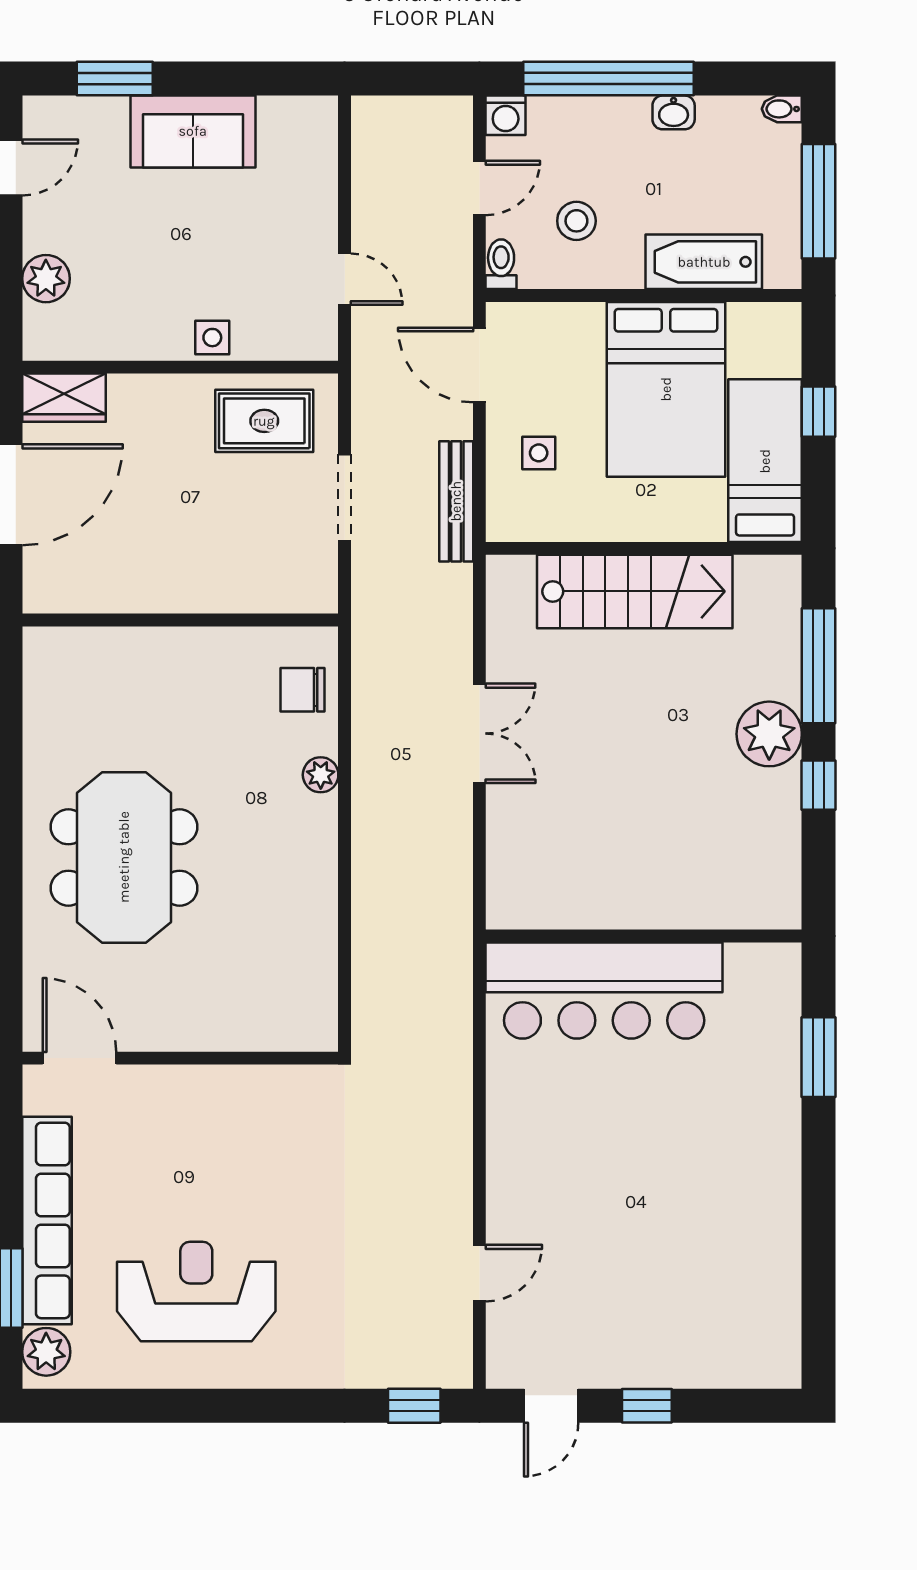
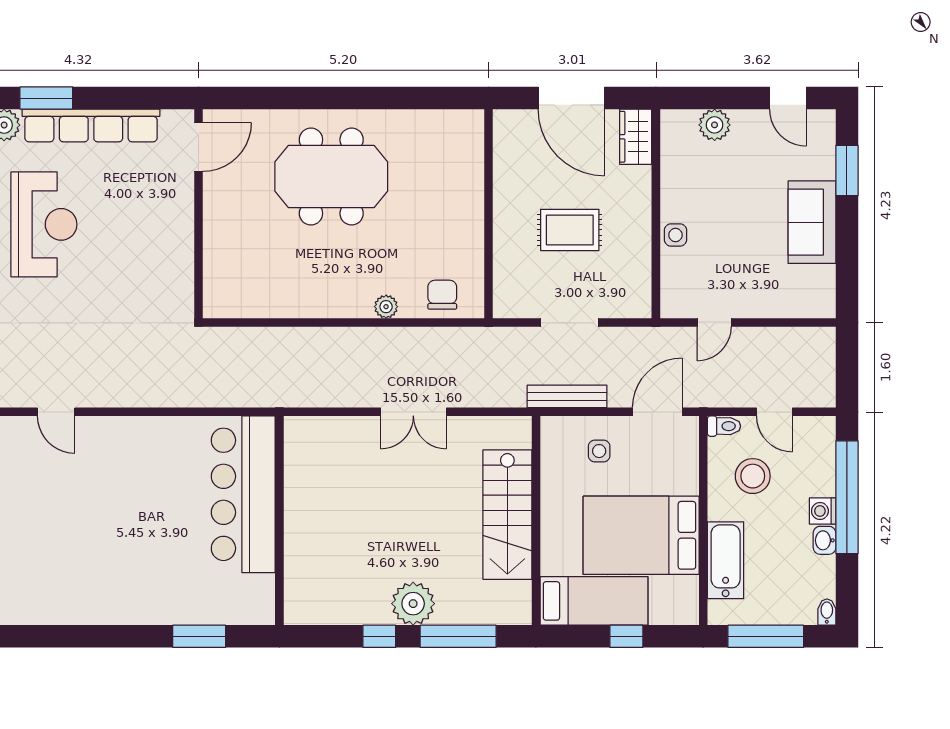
washing machine: (506, 115) -> (823, 511), moved
stool: (576, 221) -> (753, 476), width x1.38, depth x1.38
rug: (264, 421) -> (570, 230), moved, turned 90

